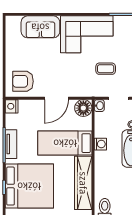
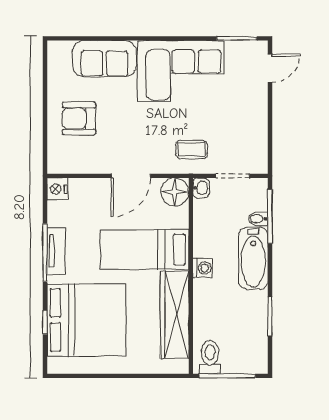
coffee table: (106, 69) -> (192, 150), moved
armchair: (23, 81) -> (79, 118), moved
washing machine: (100, 144) -> (203, 268), moved

